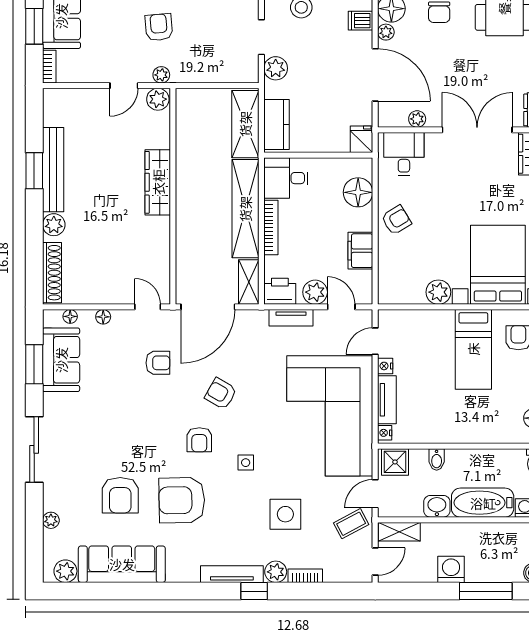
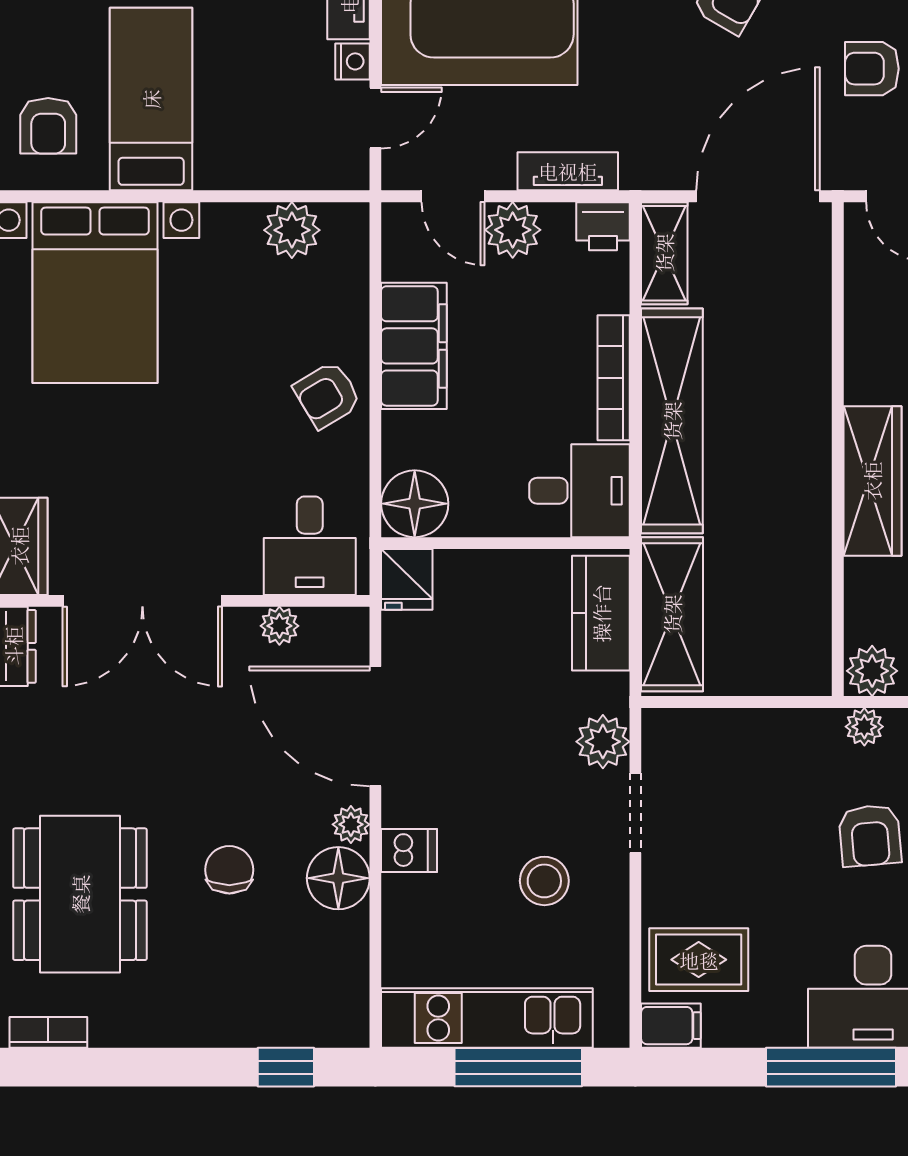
floor lamp: (358, 192) -> (415, 504), moved
filing cabinet: (360, 251) -> (414, 346), width x1.50, depth x1.17
printer: (280, 291) -> (603, 226), width x0.73, depth x0.81
plant: (438, 292) -> (292, 230), moved

